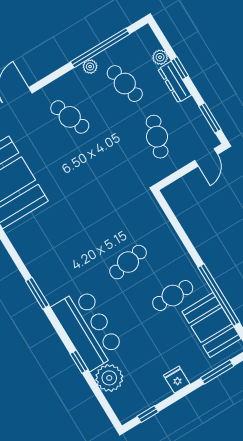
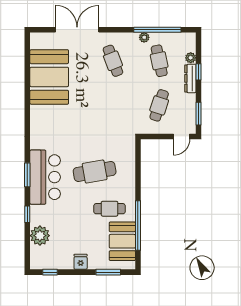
cafe table: (128, 262) -> (95, 171), width x1.37, depth x1.35
window: (37, 293) -> (27, 175), moved
bar counter: (88, 329) -> (45, 177), moved

